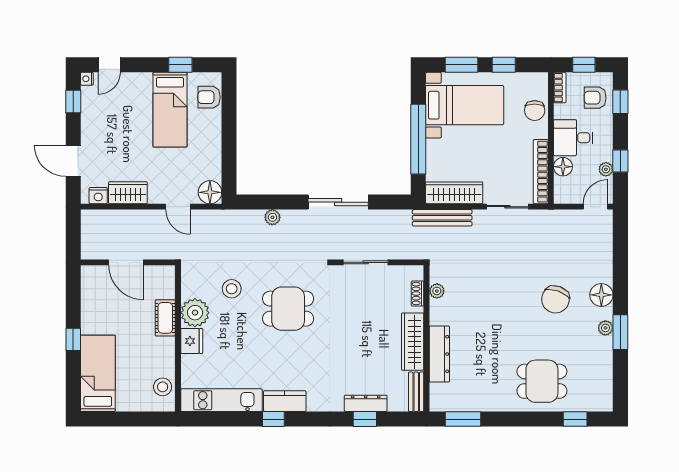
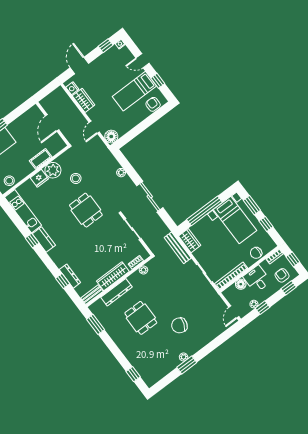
door: (109, 65) -> (142, 61), moved
wardrobe: (454, 193) -> (190, 241), width x0.67
door: (596, 207) -> (234, 312), swing flipped
floor lamp: (601, 295) -> (197, 344), removed
dining table: (542, 381) -> (141, 318), moved

